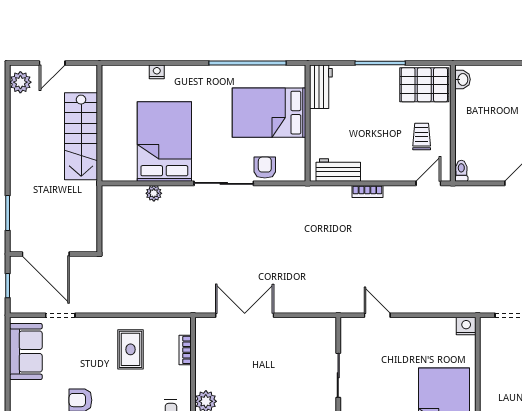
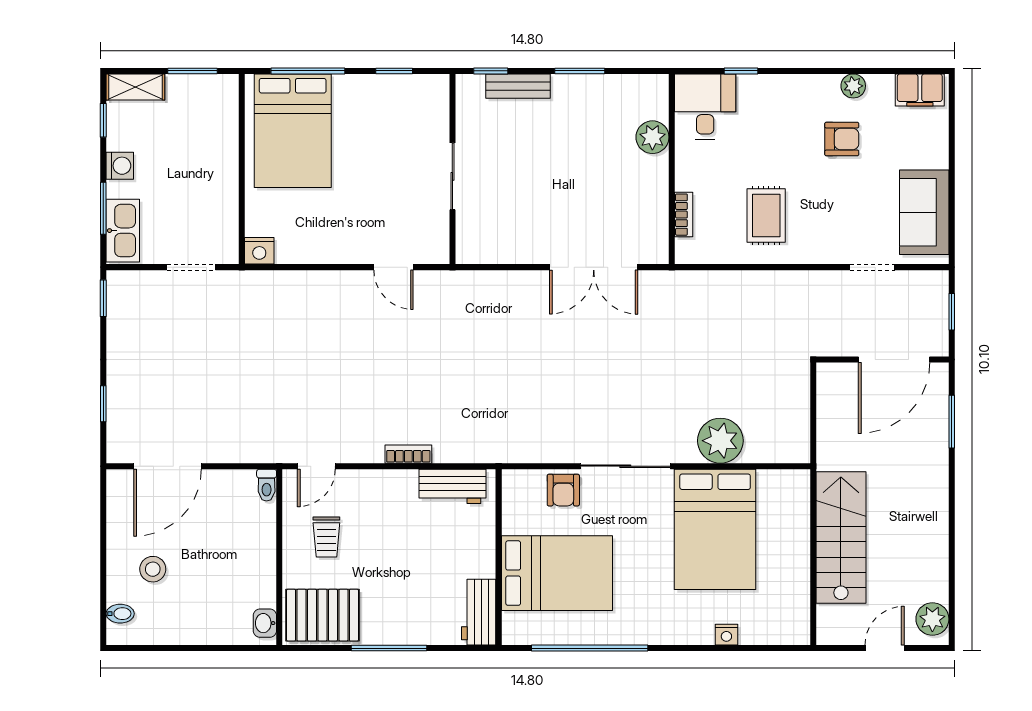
plant: (154, 193) -> (720, 441), width x1.87, depth x1.87
door: (46, 254) -> (894, 359), swing flipped

